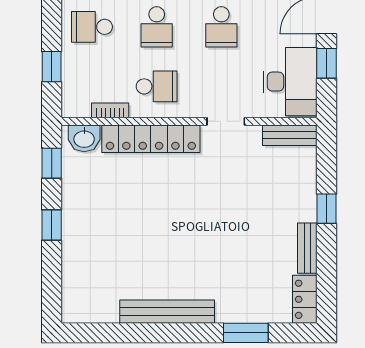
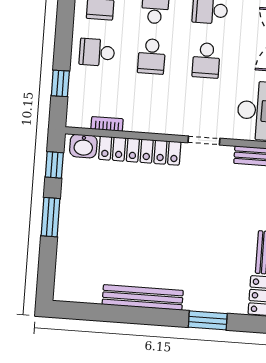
school desk: (157, 86) -> (148, 107), removed
window: (52, 225) -> (50, 217), width x1.50

